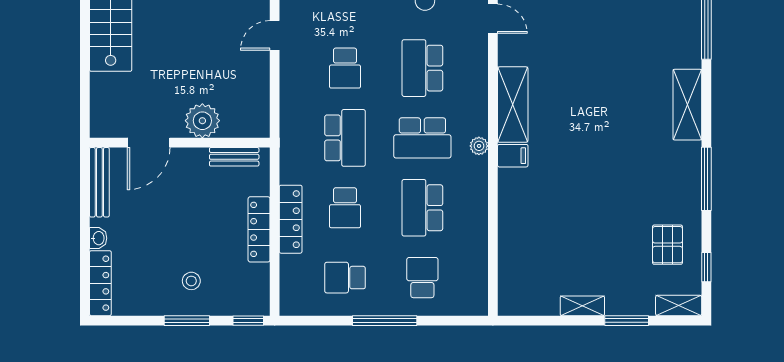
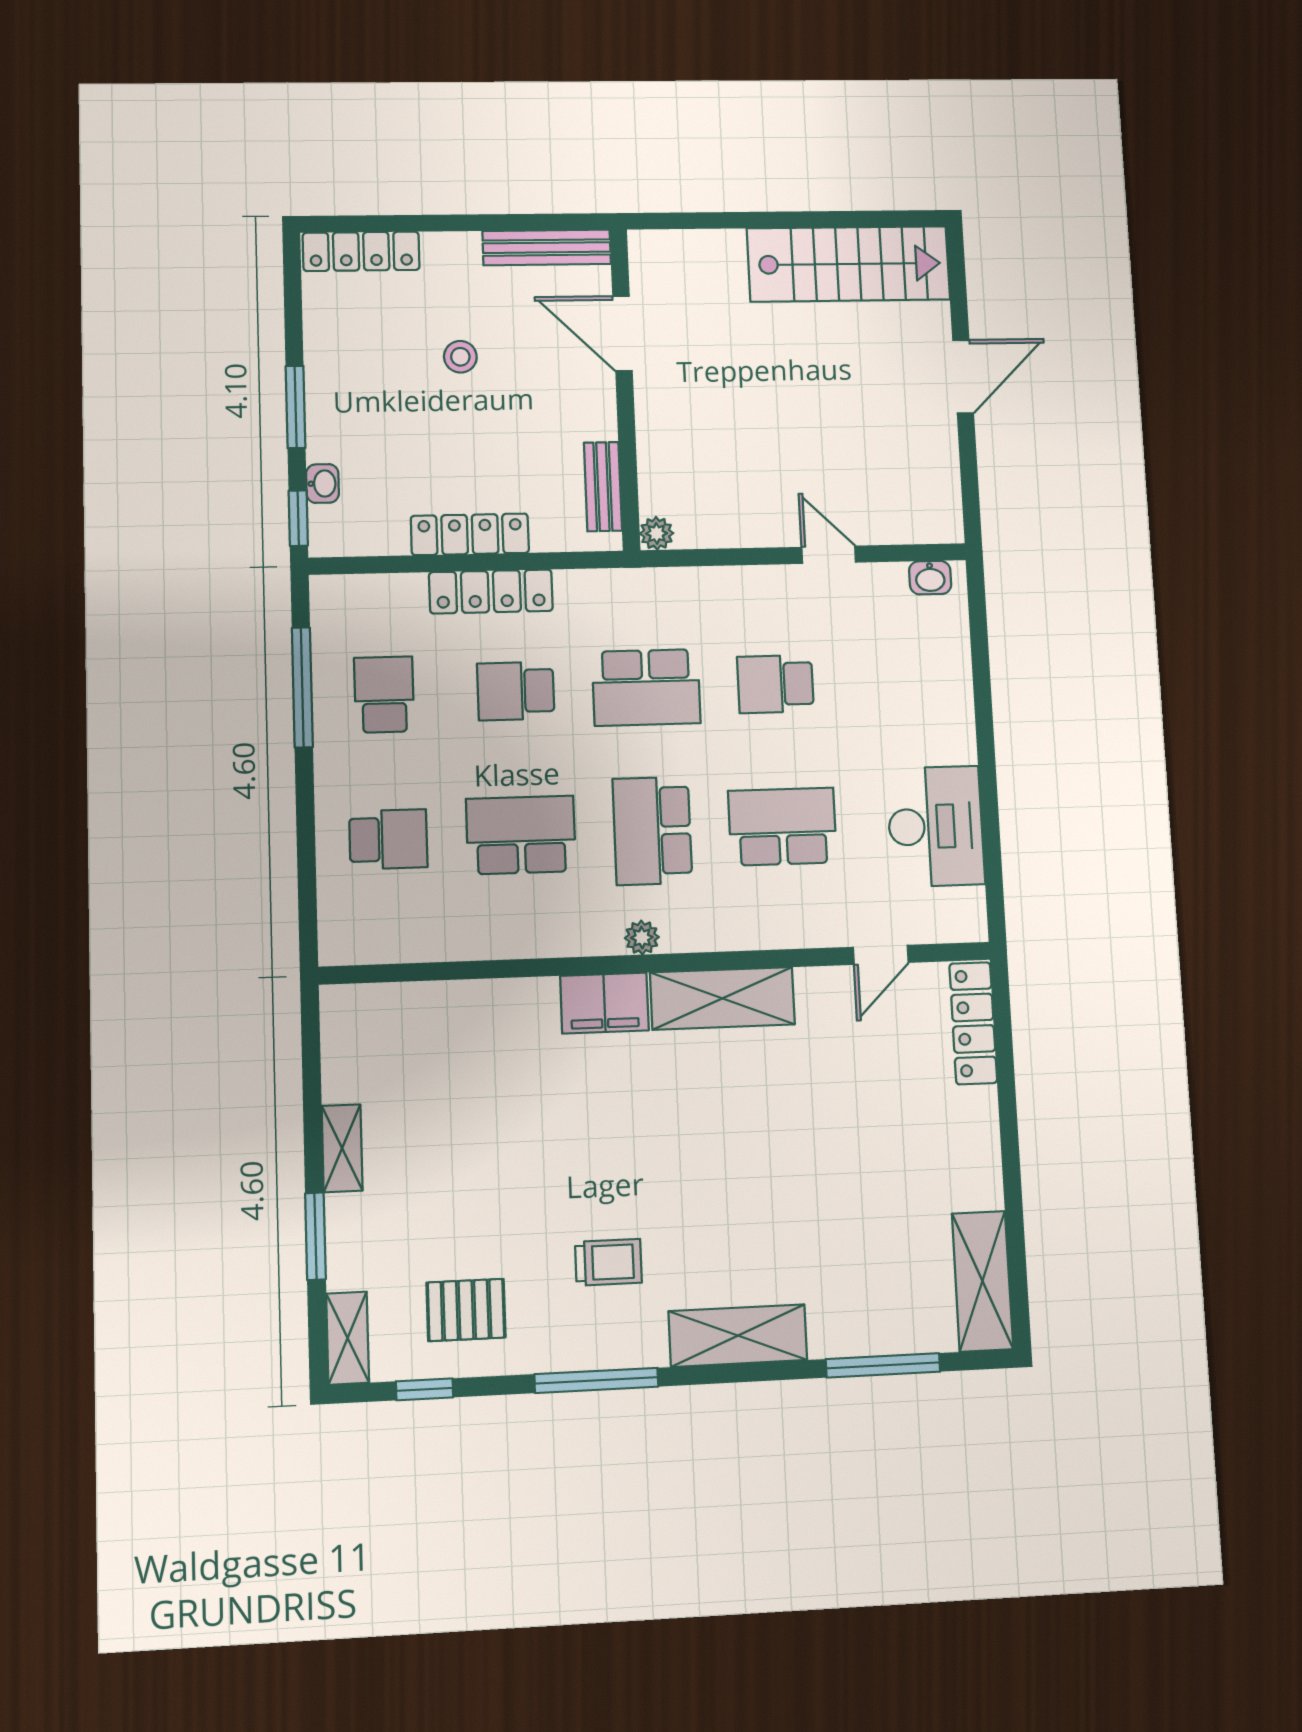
plant: (202, 121) -> (657, 533), moved, width x0.53, depth x0.53
filing cabinet: (513, 156) -> (604, 1003), width x2.00
trolley: (647, 170) -> (608, 1262), added
washbasin: (98, 238) -> (322, 484), moved, turned -90
stool: (191, 281) -> (460, 357), moved
window: (385, 321) -> (302, 687), moved

